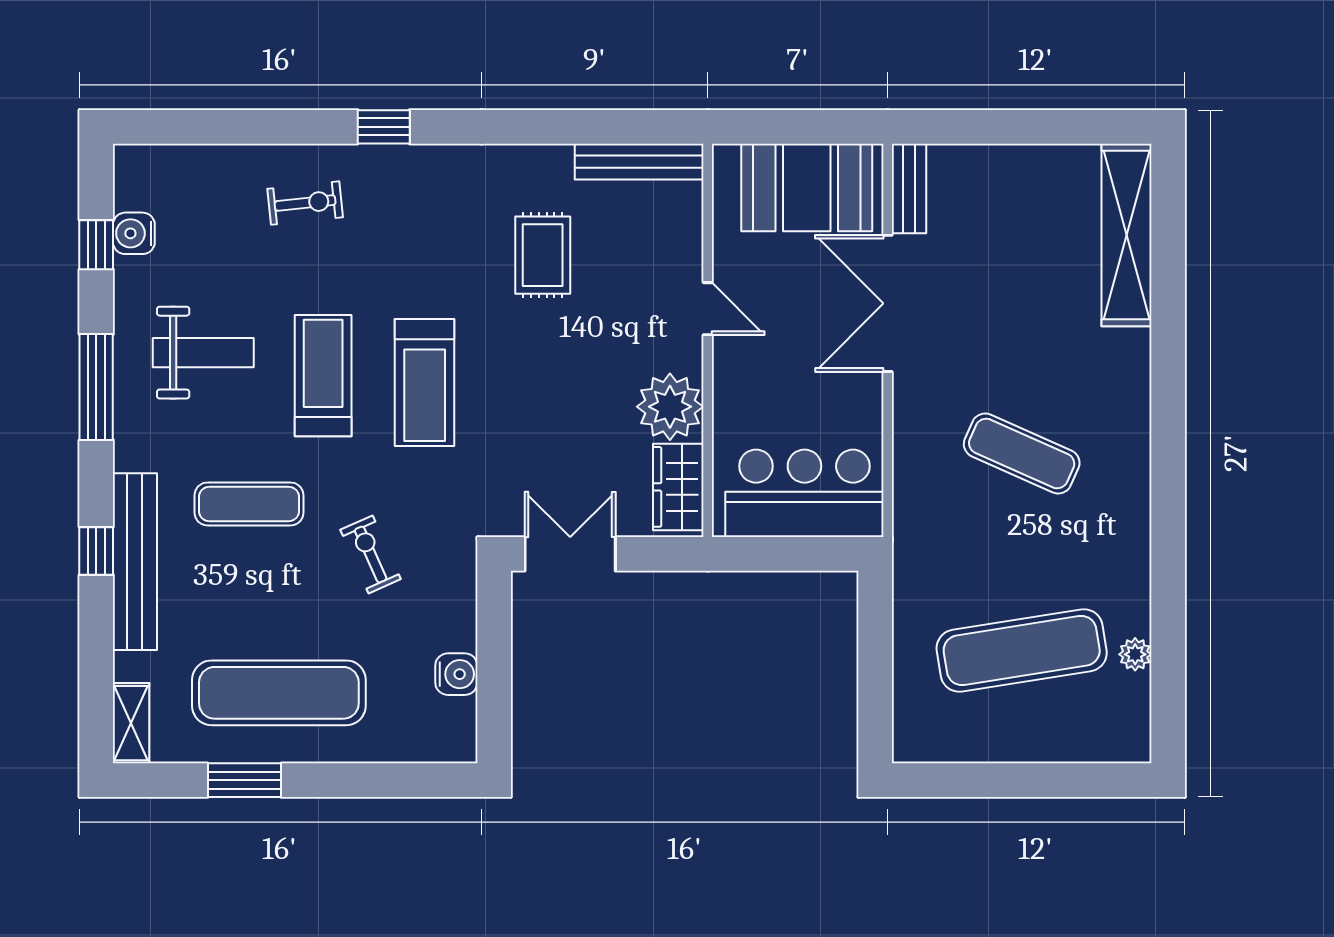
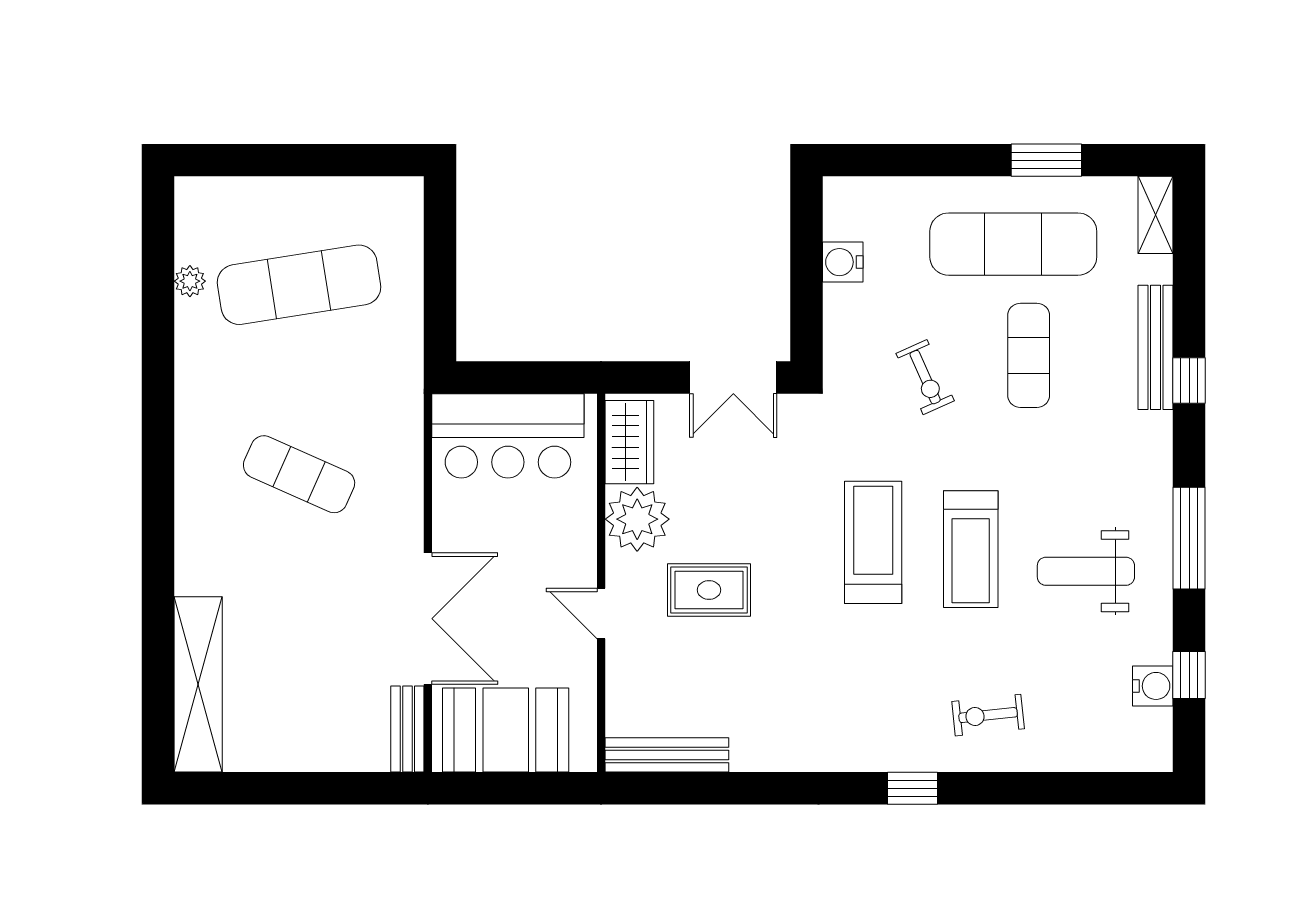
rug: (543, 255) -> (709, 590), moved, turned 90
exercise mat: (249, 504) -> (1029, 355), moved, turned 90
bench: (135, 562) -> (1155, 347), width x0.73, depth x0.82

